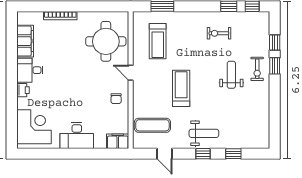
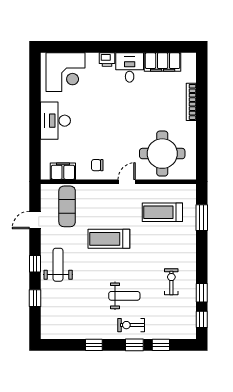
treadmill: (181, 88) -> (109, 239), turned 180
window: (275, 102) -> (94, 345), added
weight bench: (204, 133) -> (58, 265), turned 180
filing cabinet: (118, 141) -> (63, 171), moved, turned -90

